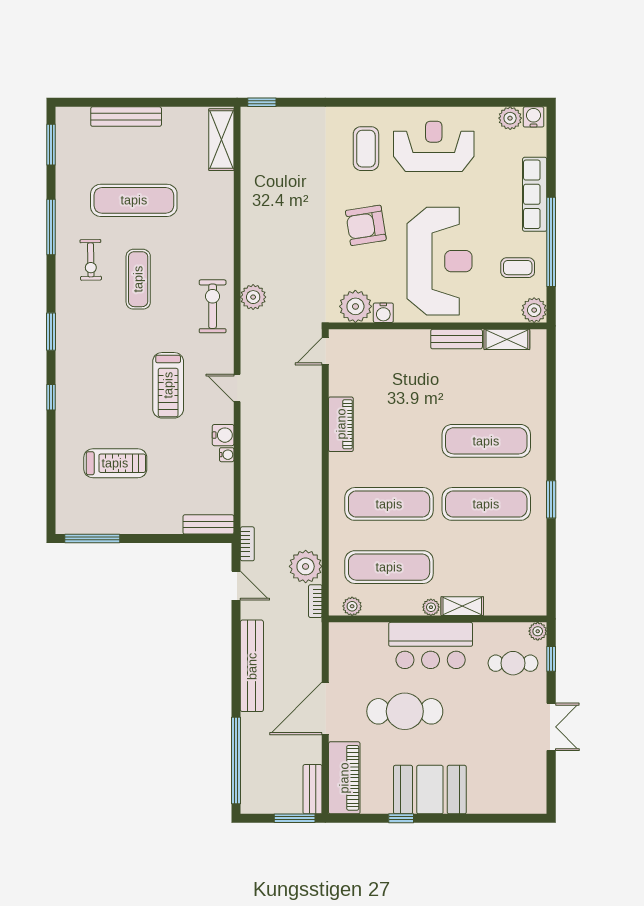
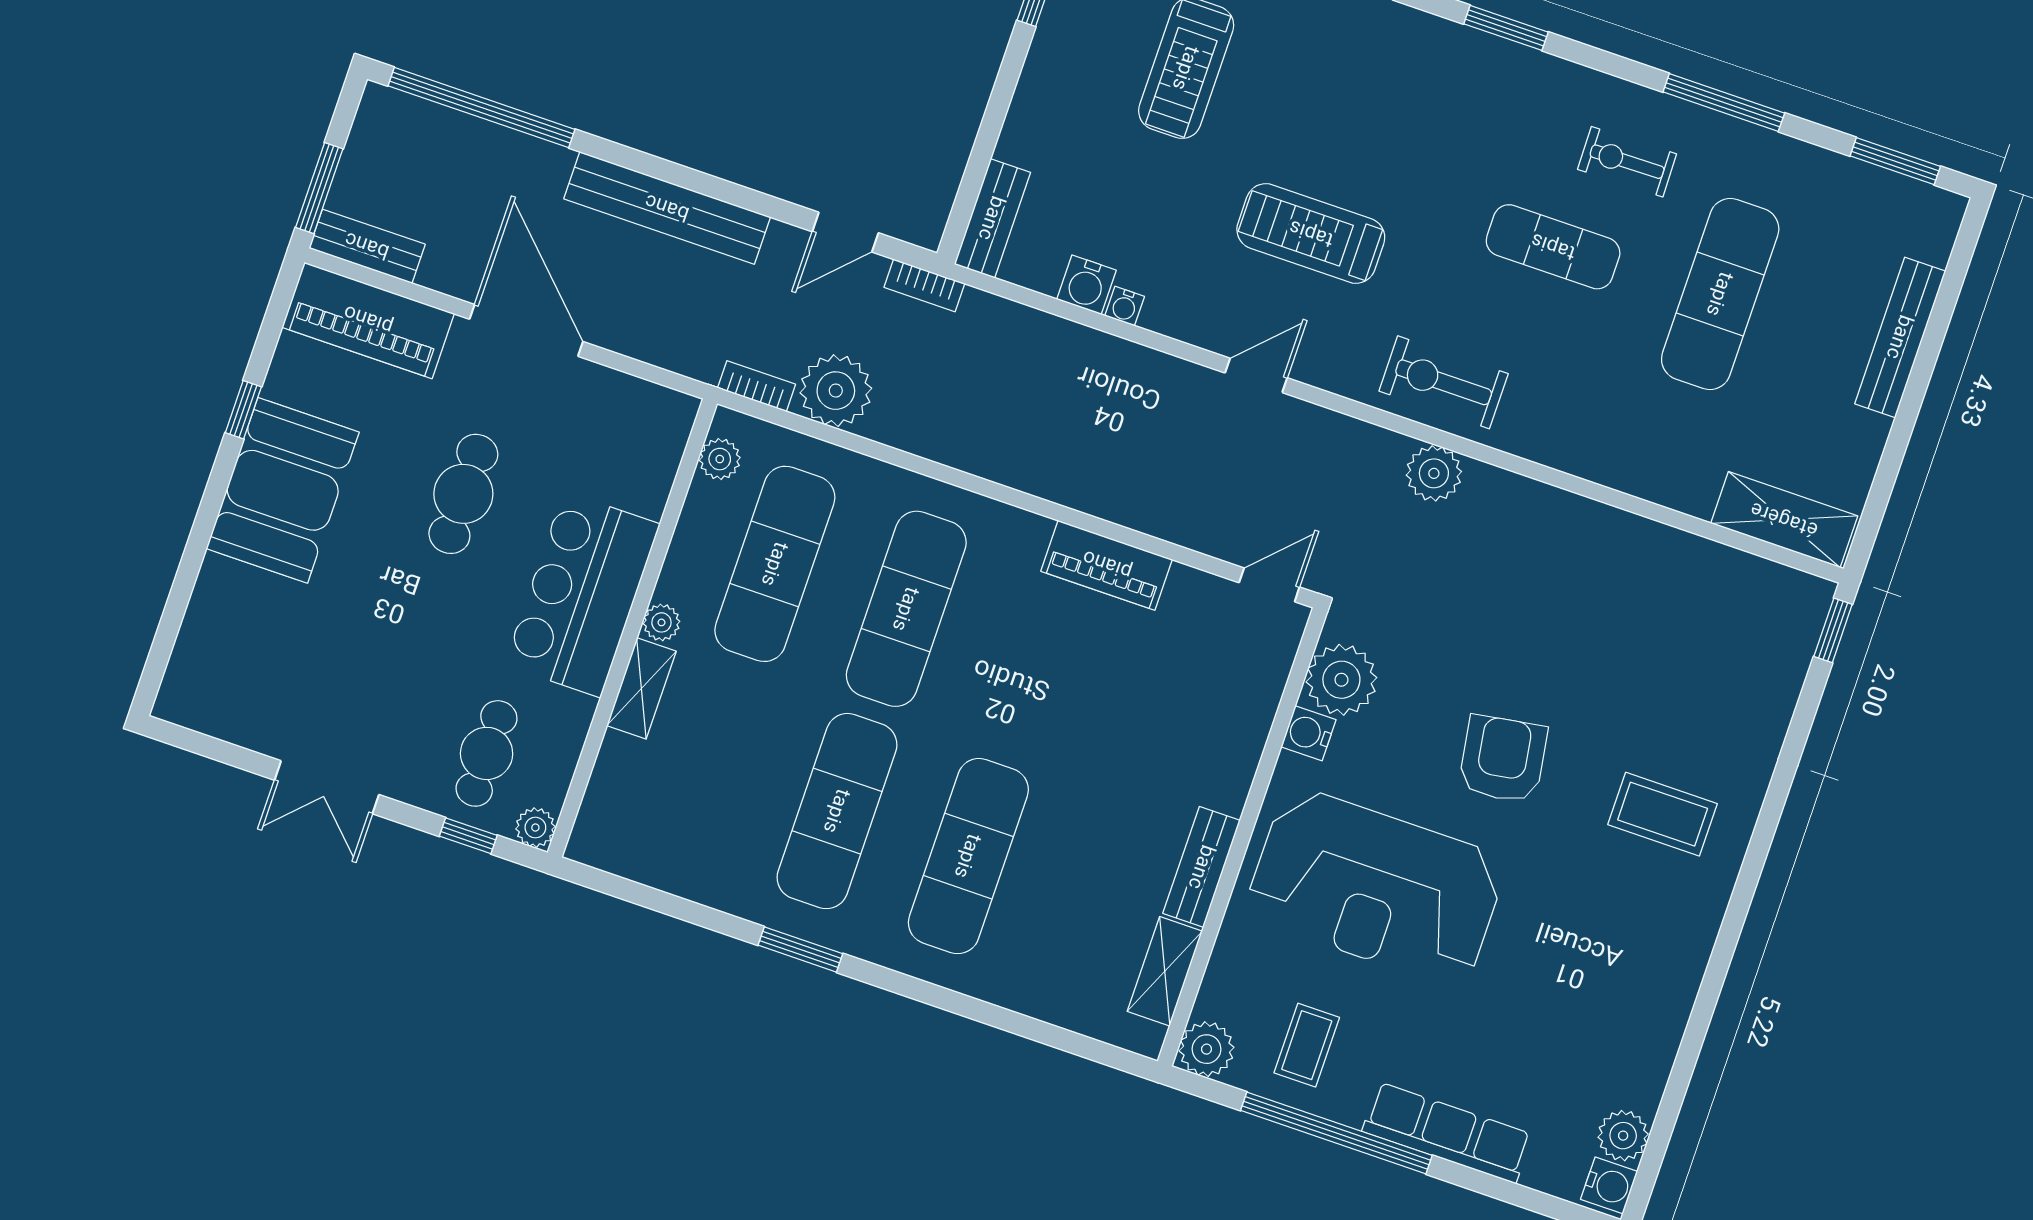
reception desk: (434, 146) -> (1619, 957), removed
exercise bike: (213, 306) -> (1444, 382), turned 180
door: (325, 351) -> (1269, 585), hinge flipped
water cooler: (223, 435) -> (1086, 285), moved
cafe table: (405, 711) -> (463, 494), width x0.73, depth x0.74

